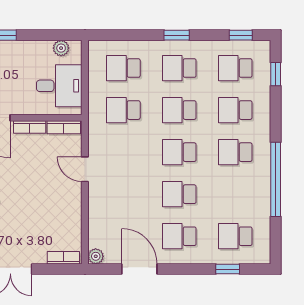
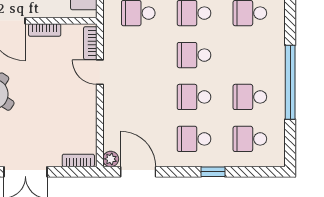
bookcase: (64, 127) -> (90, 43), moved, turned 90
school desk: (235, 152) -> (250, 97), moved
door: (139, 269) -> (138, 172), moved
window: (228, 269) -> (213, 172), moved

